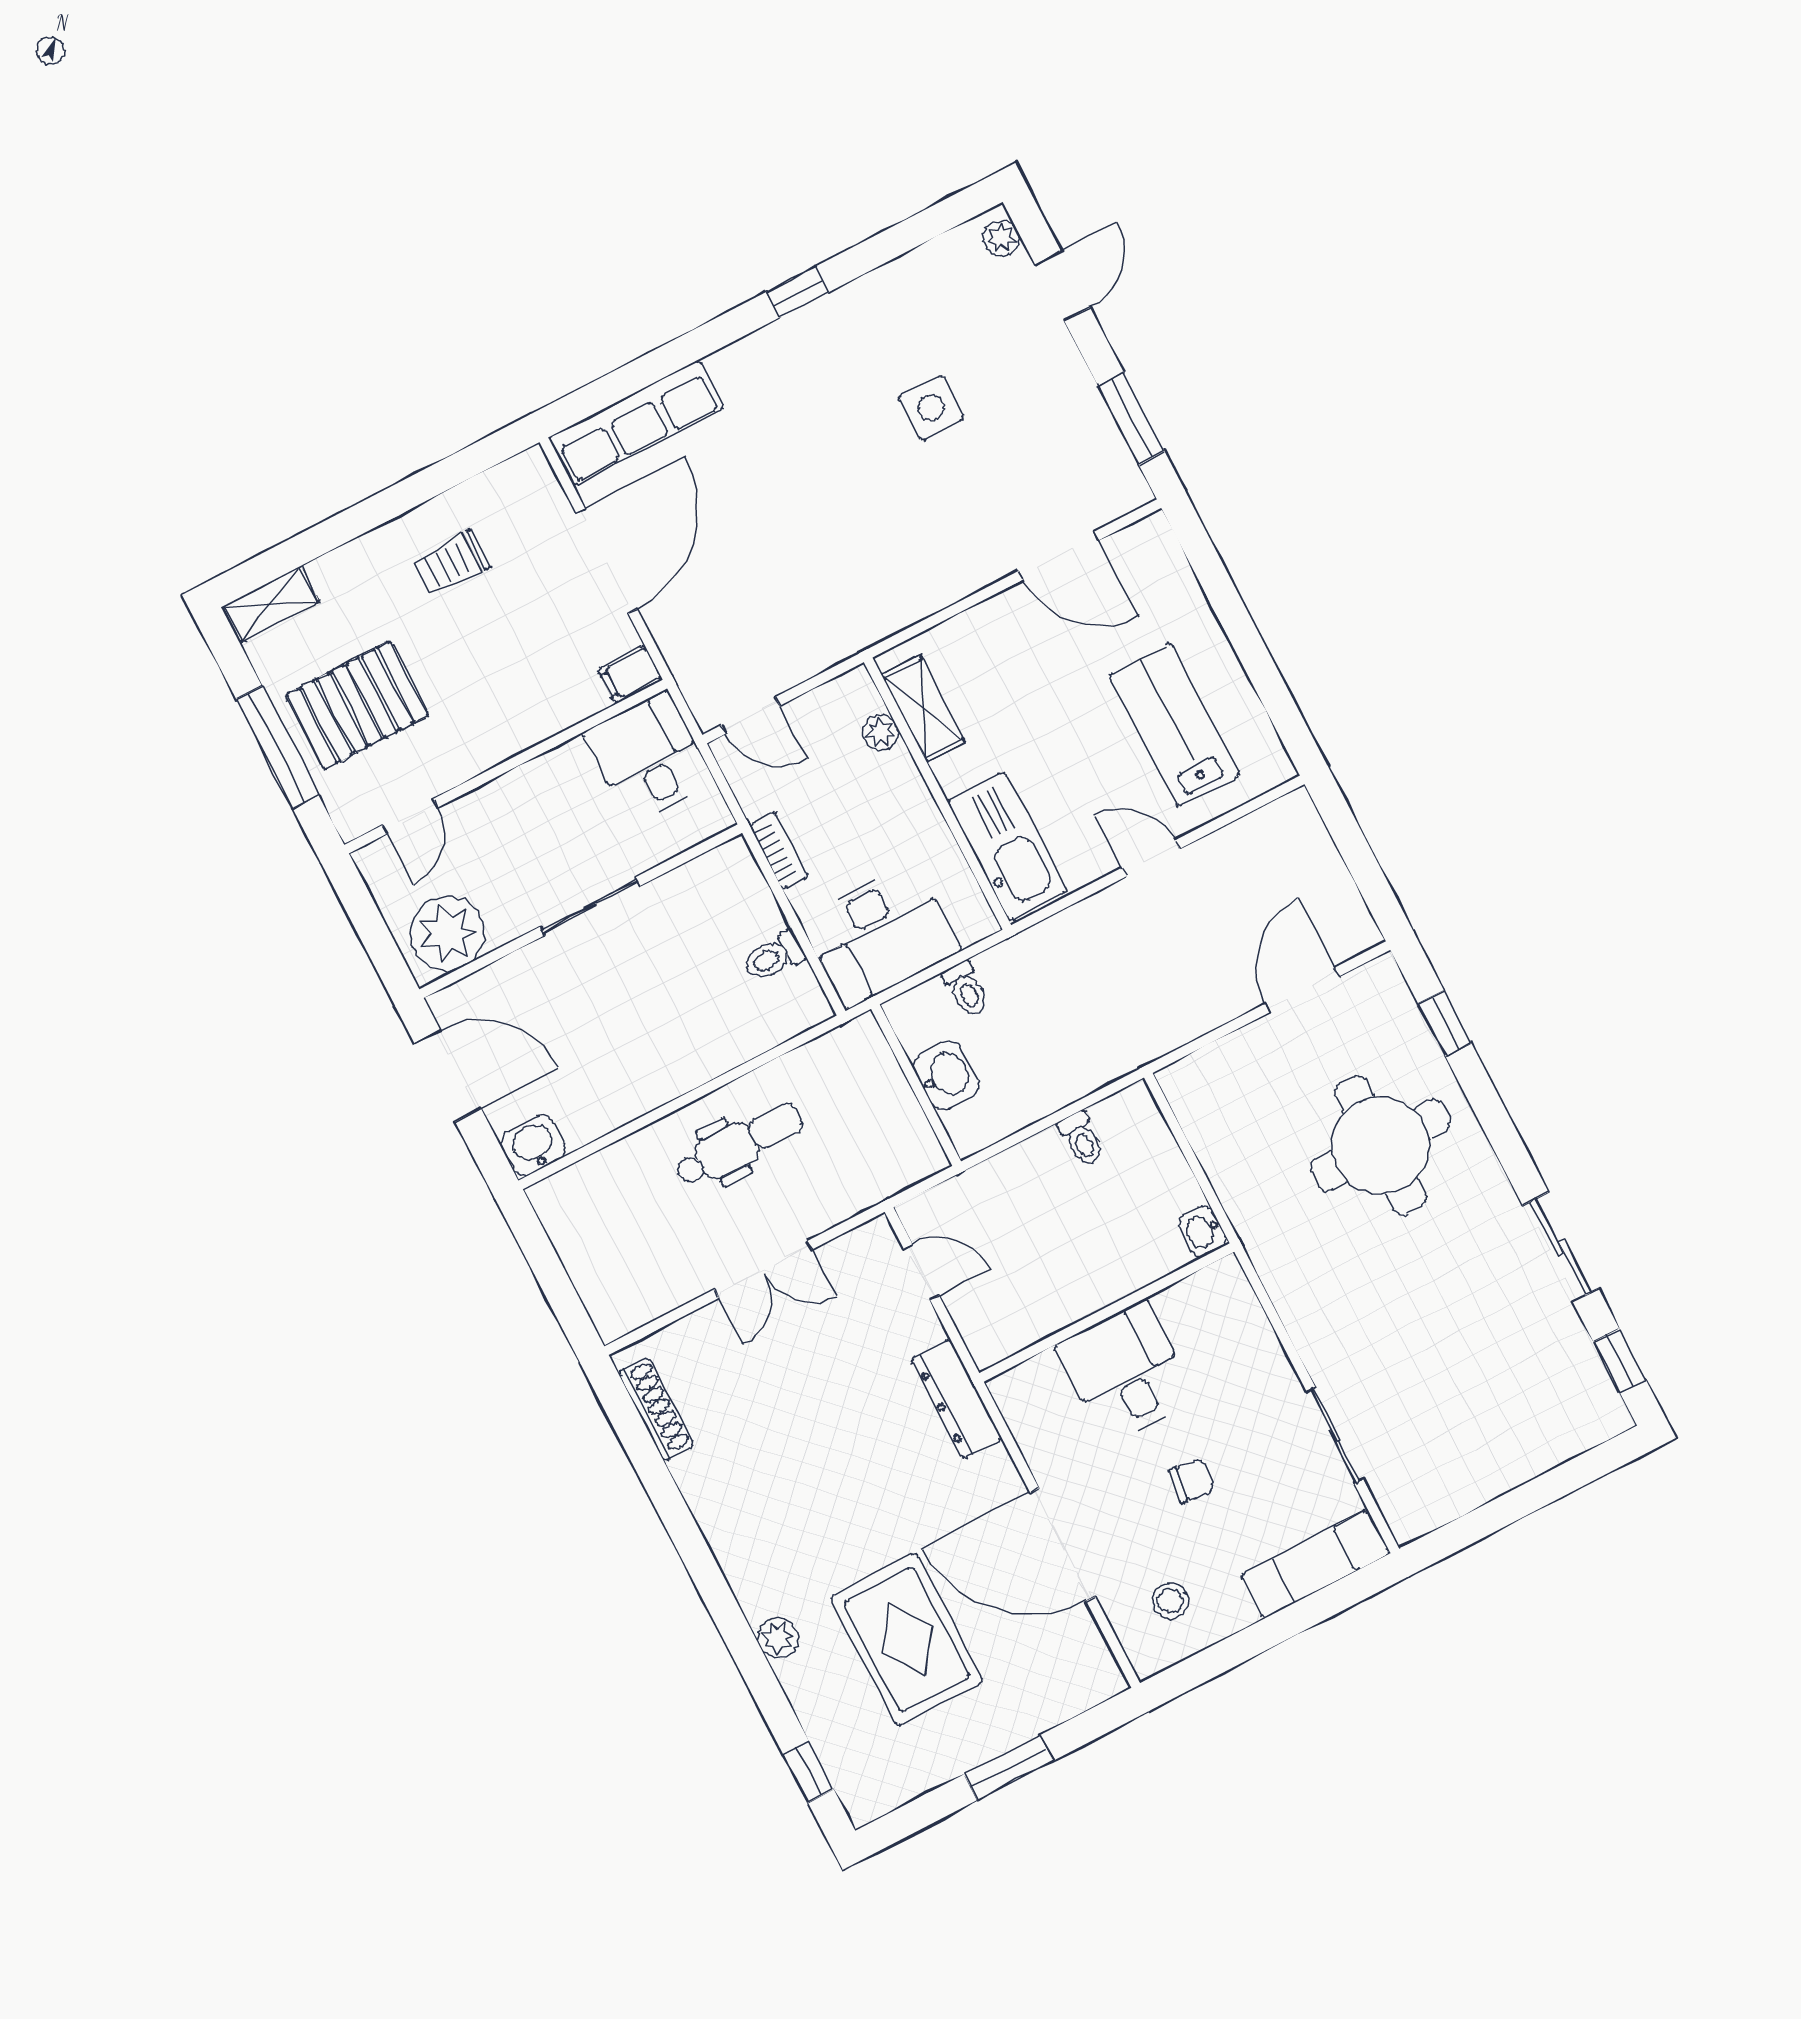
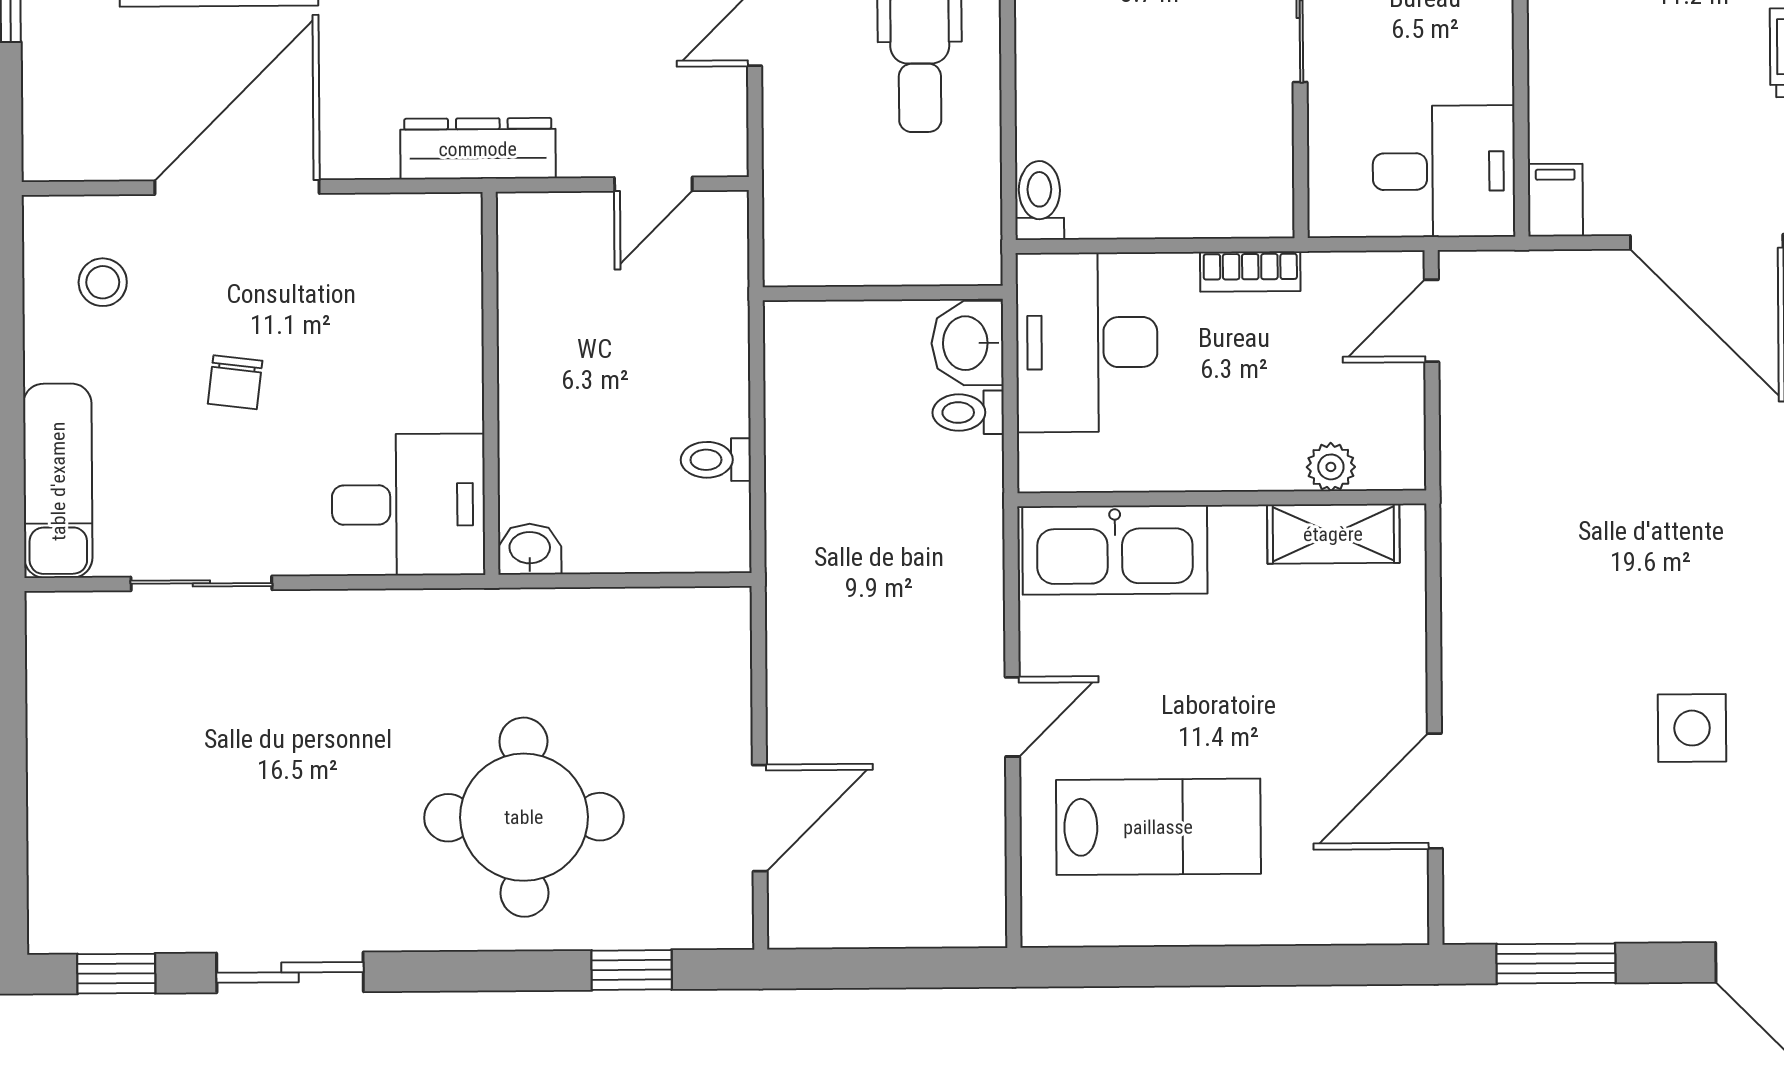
toilet: (774, 957) -> (1039, 200), moved
door: (1302, 990) -> (760, 818), hinge flipped
washbasin: (946, 1075) -> (967, 343), moved, turned 90
desk: (1125, 1372) -> (409, 505), moved

